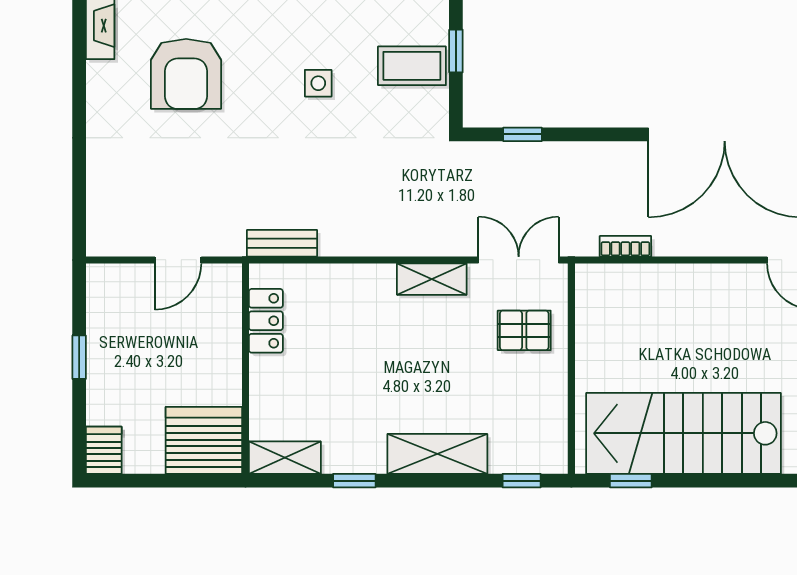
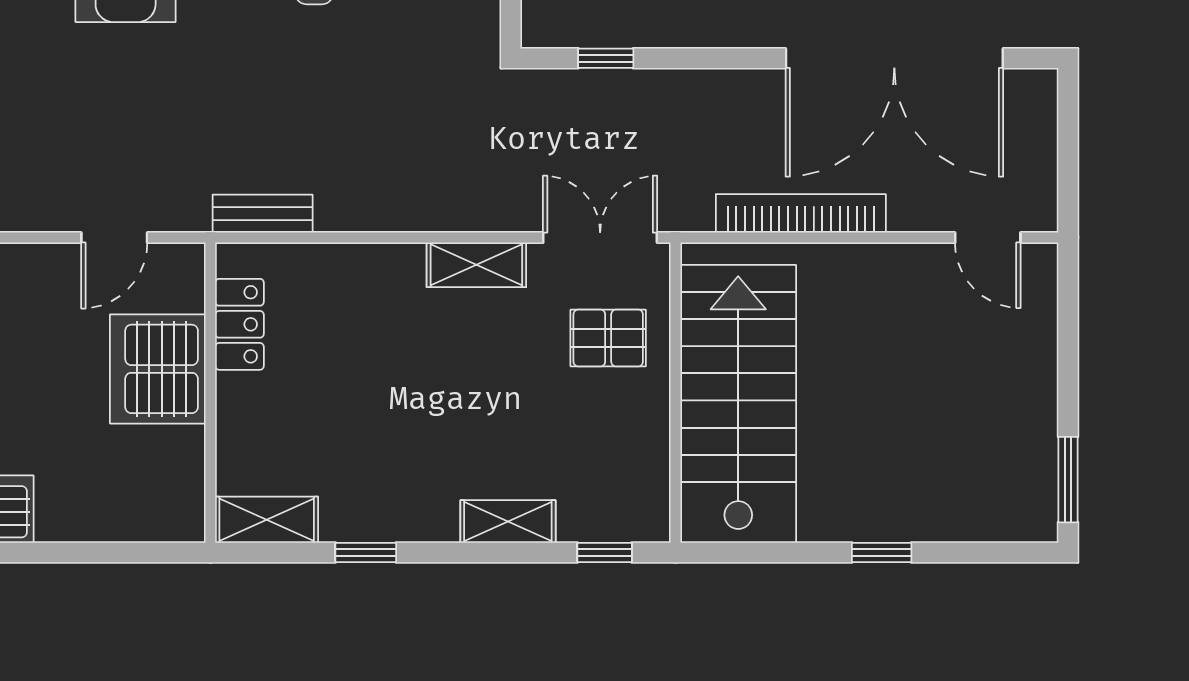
bookcase: (625, 246) -> (801, 213), width x2.31, depth x1.31
stairs: (683, 433) -> (738, 404), moved, turned 90
server rack: (204, 440) -> (158, 369), moved, turned -90
shelving: (437, 454) -> (508, 521), width x0.67, depth x0.75
window: (631, 481) -> (882, 553), moved

